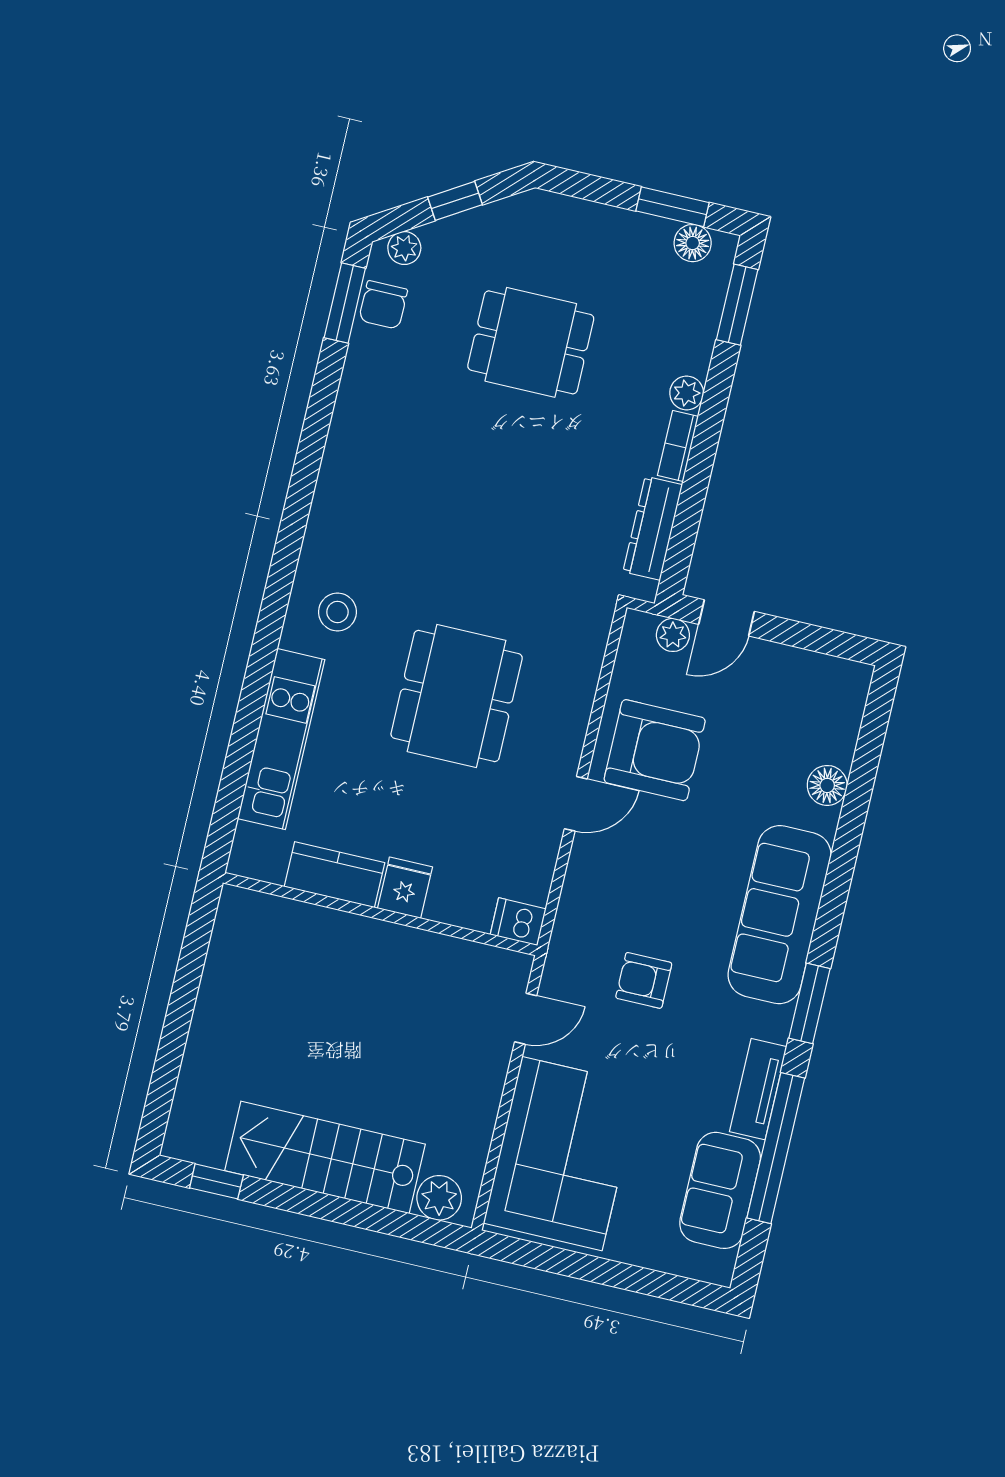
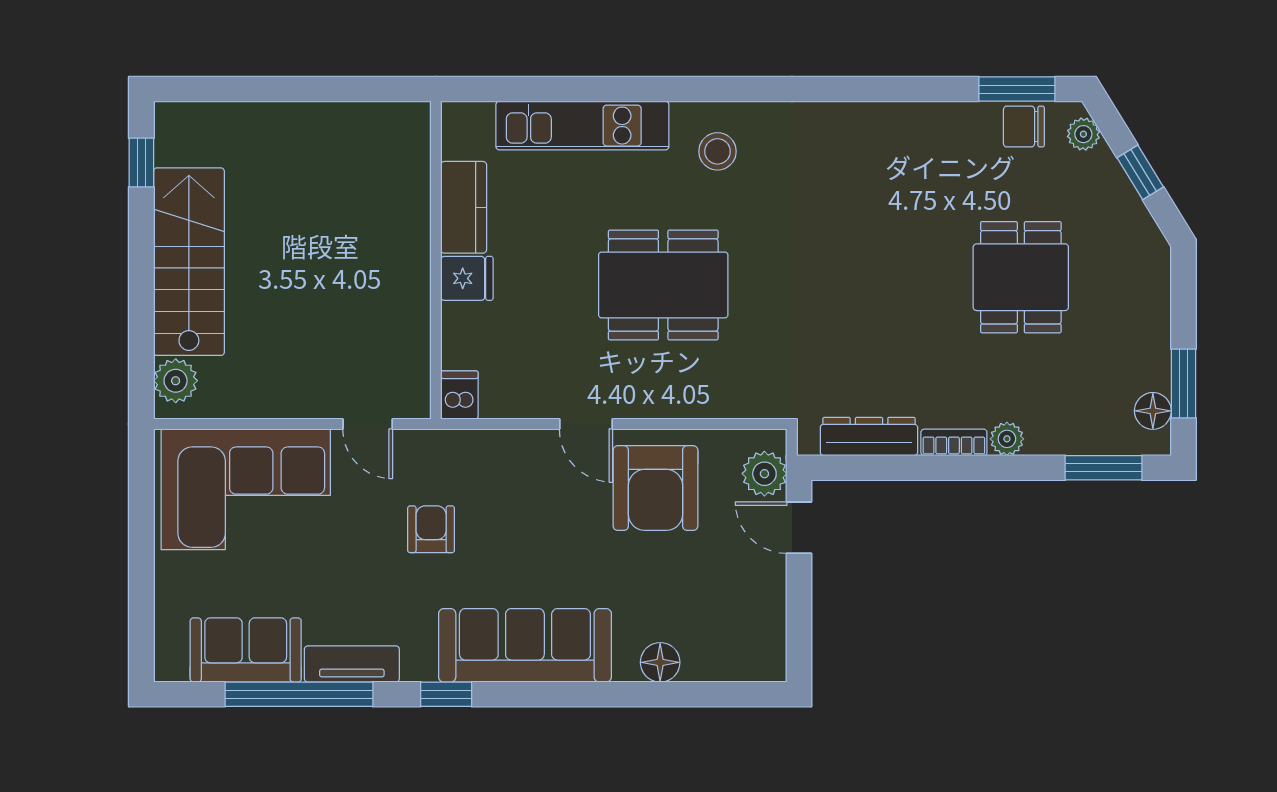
plant: (673, 635) -> (764, 474), width x1.38, depth x1.38
window: (810, 1003) -> (446, 694), width x0.67

